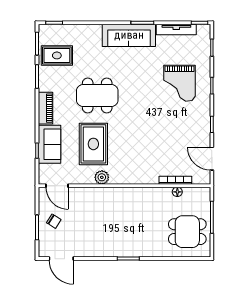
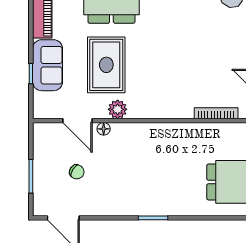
door: (57, 186) -> (77, 121), moved
floor lamp: (177, 192) -> (104, 129), moved
chair: (54, 221) -> (77, 172), moved

